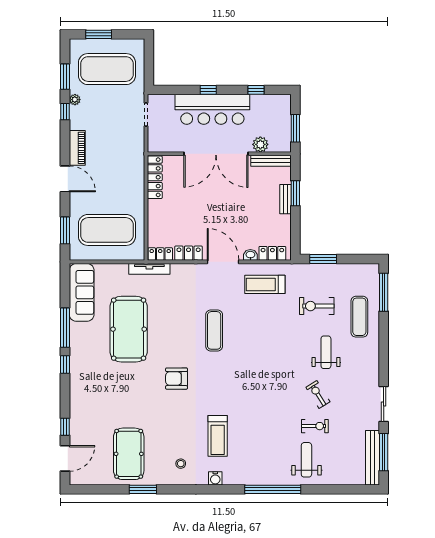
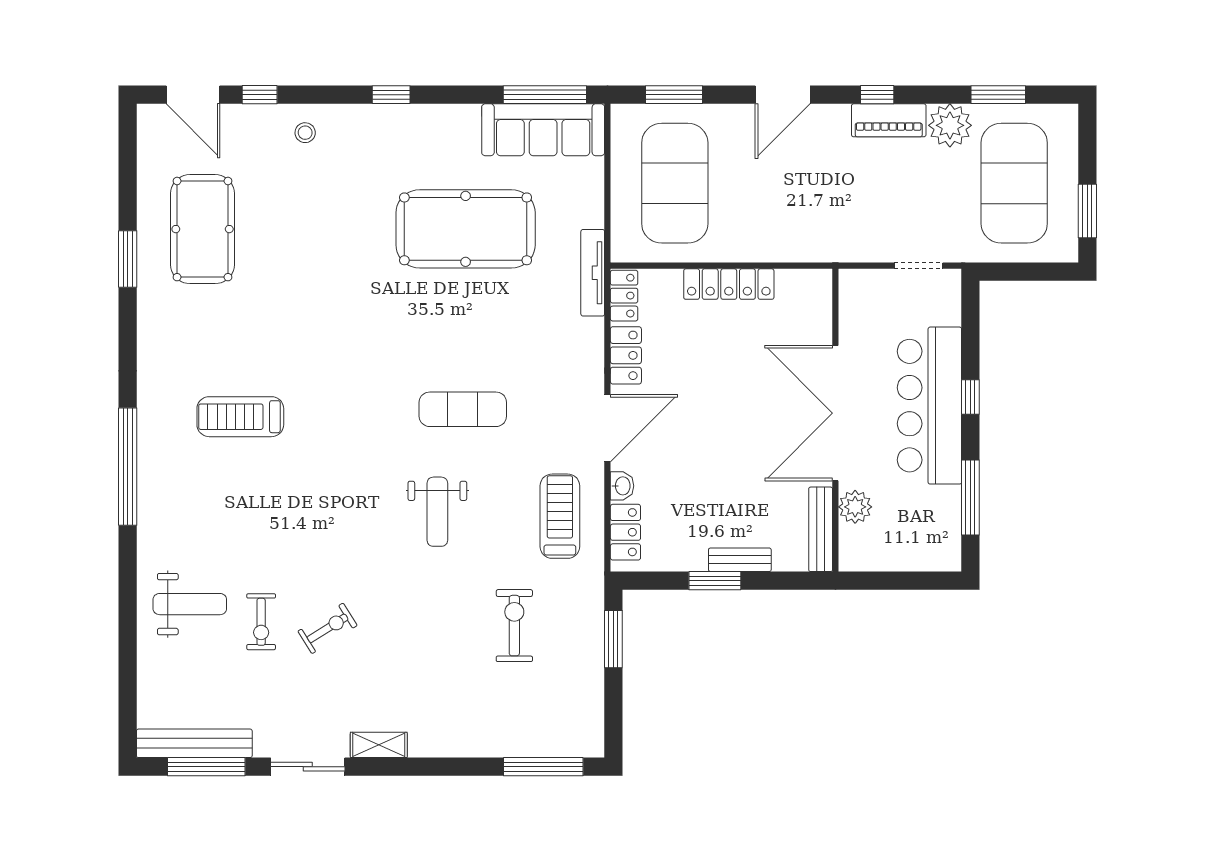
window: (99, 34) -> (1087, 211), moved
window: (256, 90) -> (970, 498), width x2.17
plant: (75, 100) -> (950, 125), width x1.88, depth x1.88
window: (65, 112) -> (877, 95), moved
window: (295, 128) -> (889, 581), removed
piano: (77, 148) -> (889, 120), moved
locker: (155, 177) -> (729, 284), moved
window: (295, 193) -> (715, 581), moved
exercise mat: (359, 317) -> (492, 716), removed
window: (65, 328) -> (545, 95), moved
weight bench: (326, 352) -> (437, 512), moved, turned 90
shelving: (373, 370) -> (379, 745), added
armchair: (176, 379) -> (361, 330), removed
pool table: (129, 454) -> (203, 229), turned 90
stool: (181, 464) -> (305, 133), moved
water cooler: (215, 478) -> (151, 412), removed
window: (273, 489) -> (128, 467), moved

